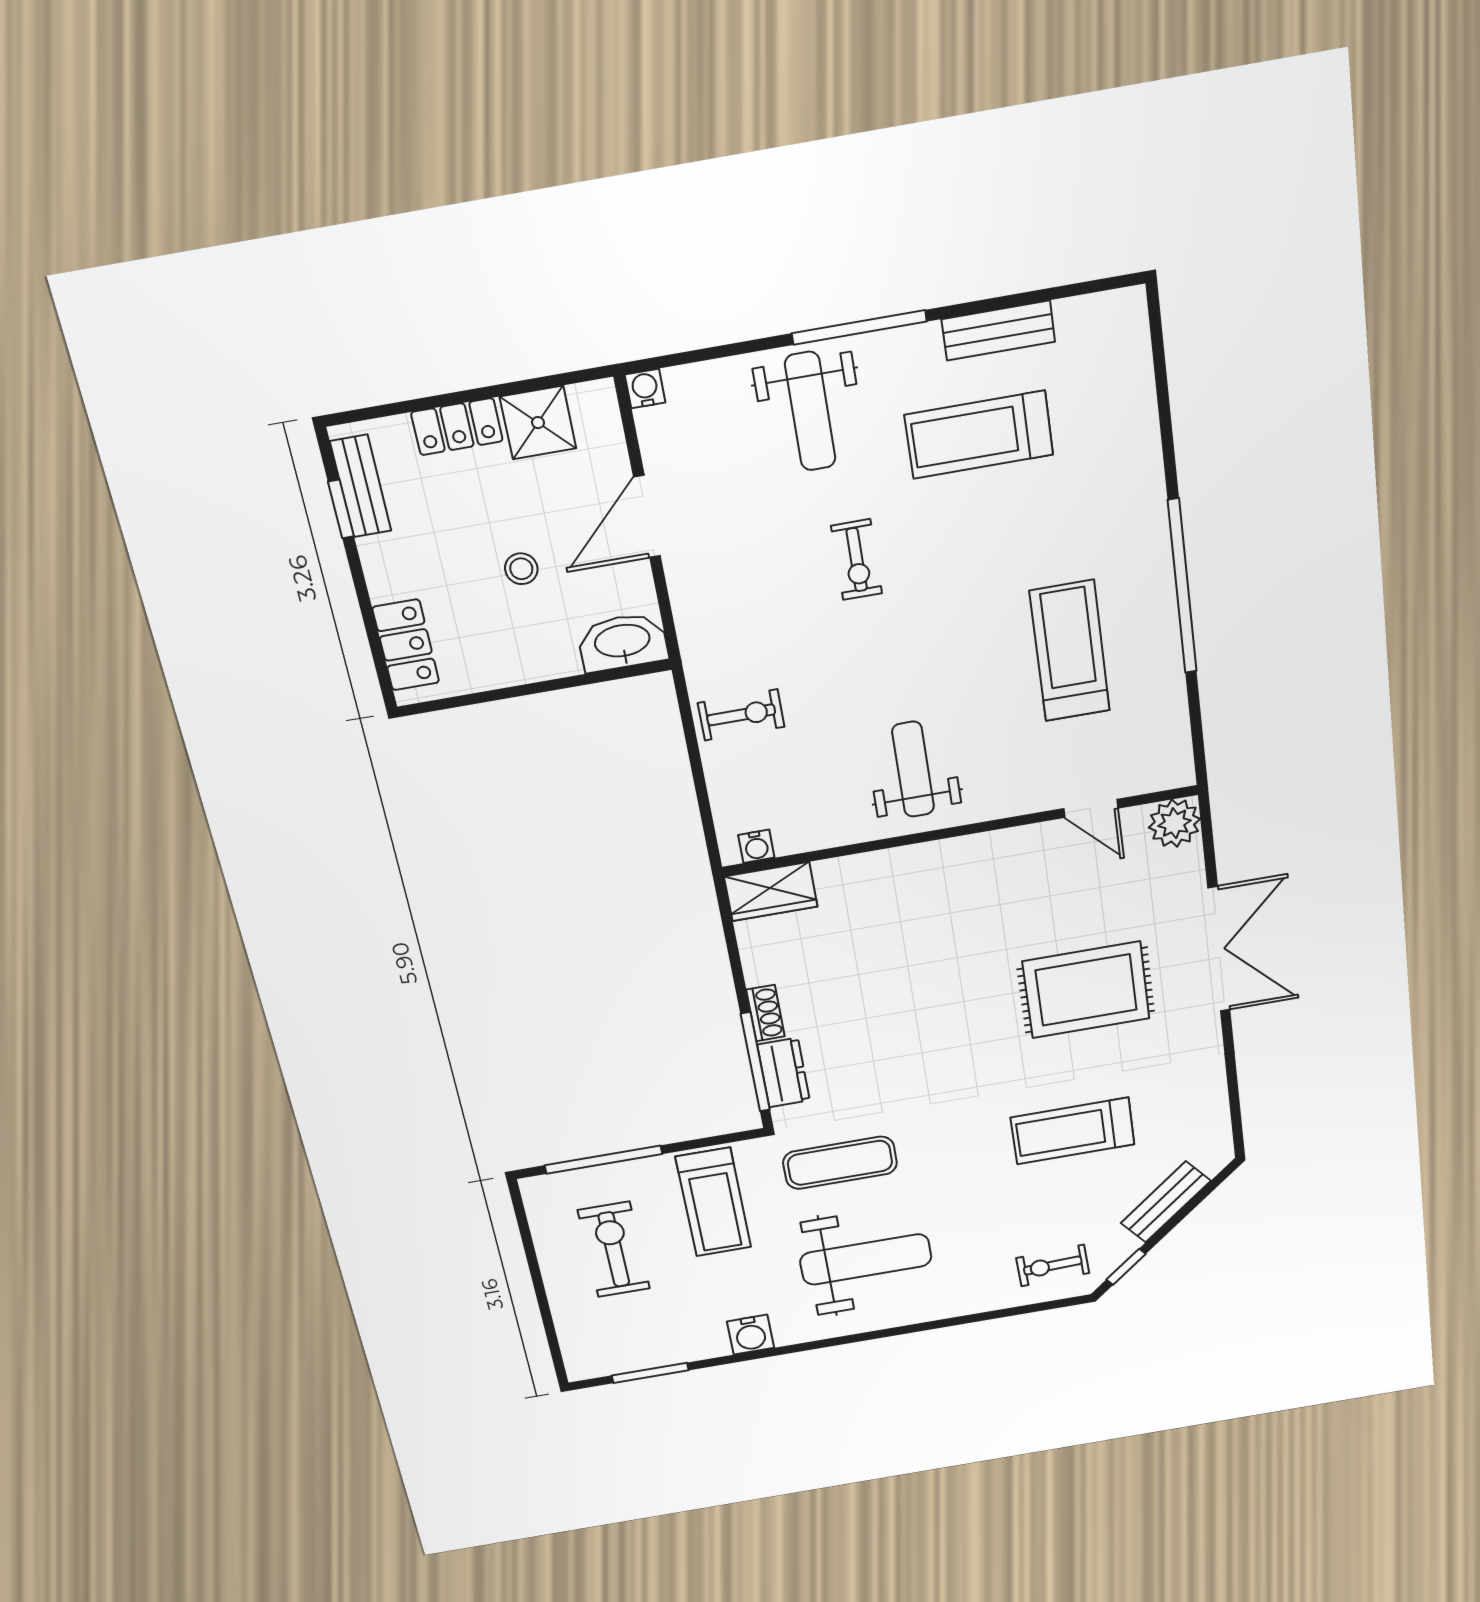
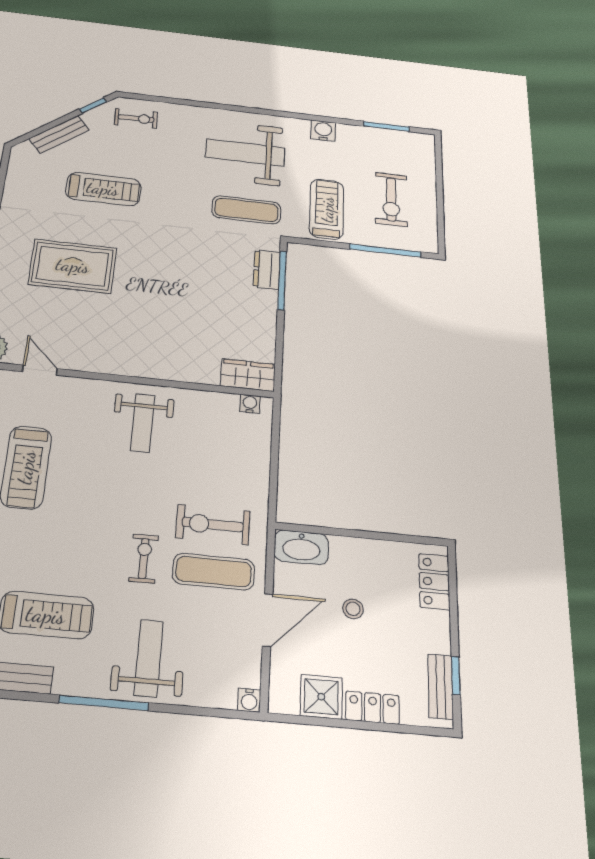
exercise mat: (747, 568) -> (214, 572), added
exercise bike: (741, 715) -> (213, 525), moved, width x1.38, depth x1.39
shoe rack: (766, 1013) -> (269, 306), removed

